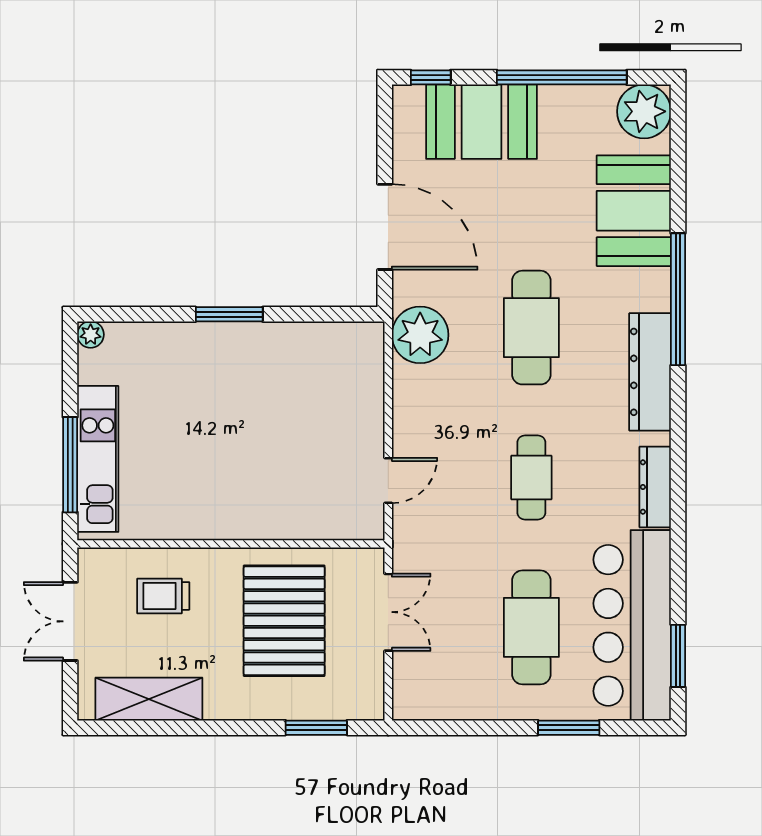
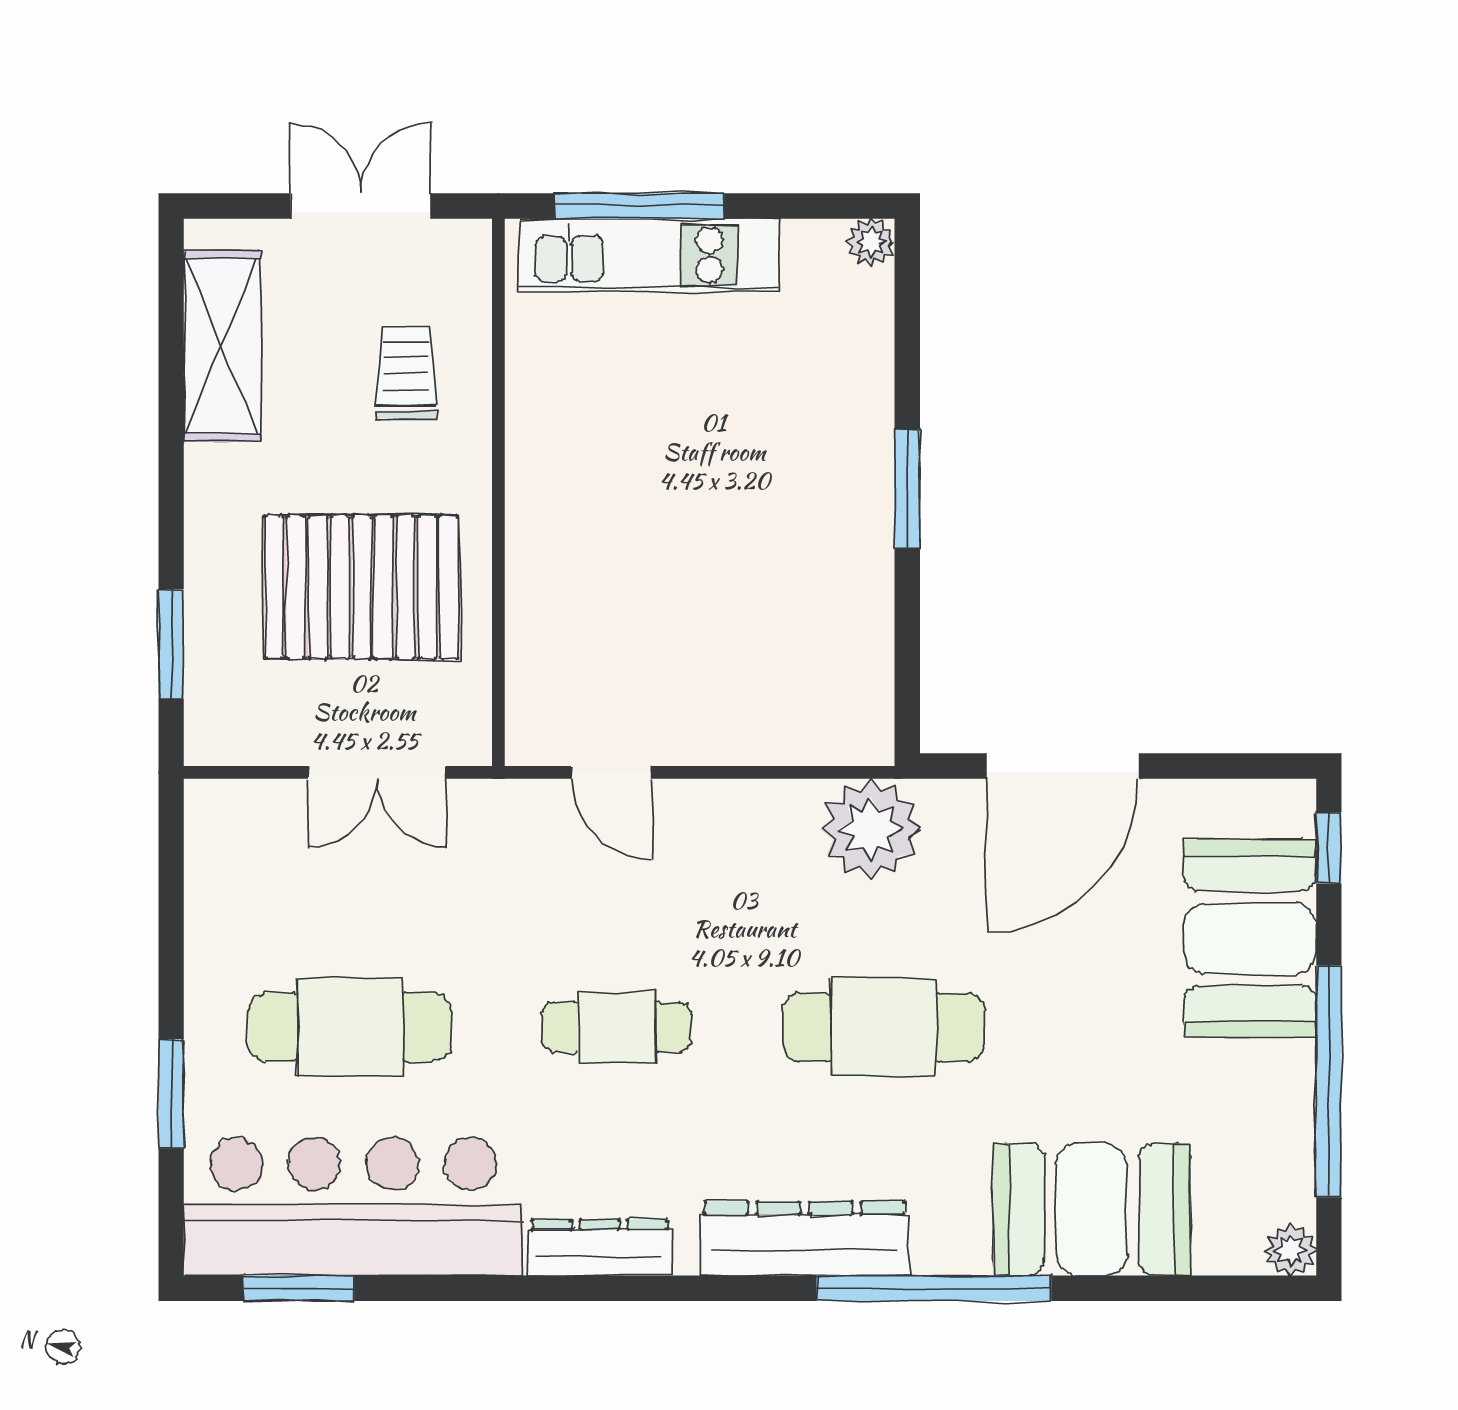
plant: (644, 111) -> (1291, 1250), width x0.53, depth x0.53

